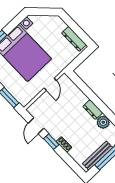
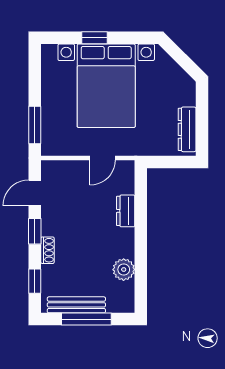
dresser: (93, 110) -> (126, 211), moved
window: (71, 162) -> (35, 281), added

